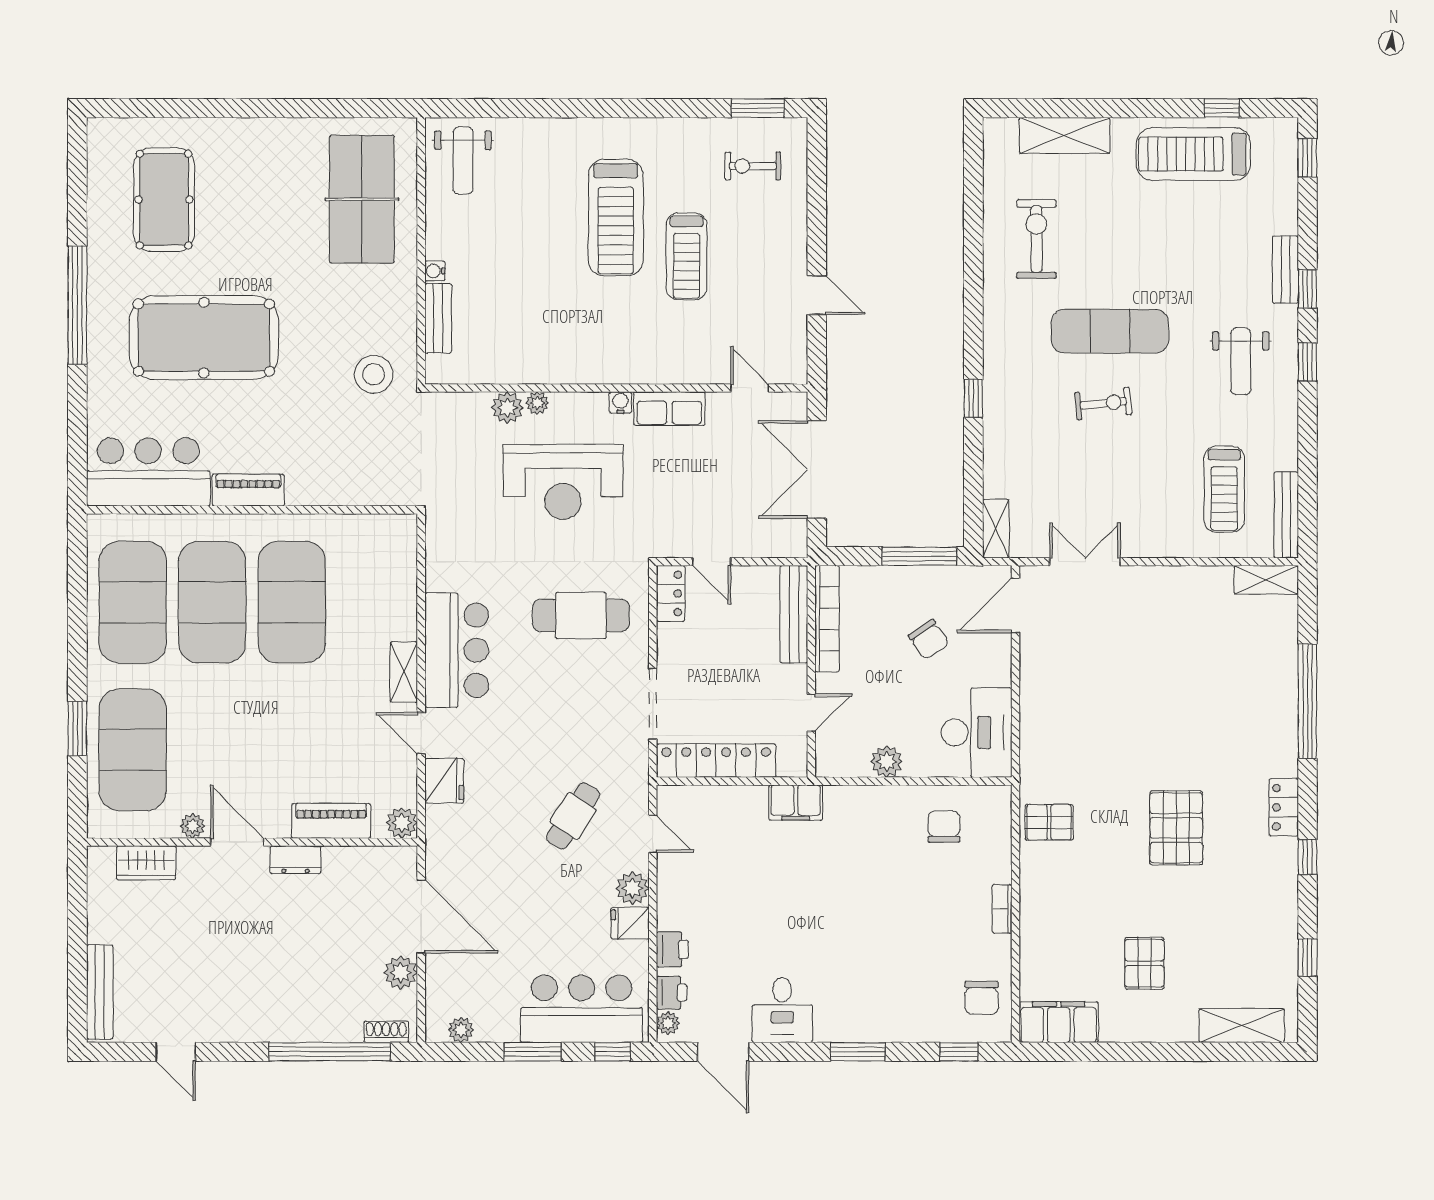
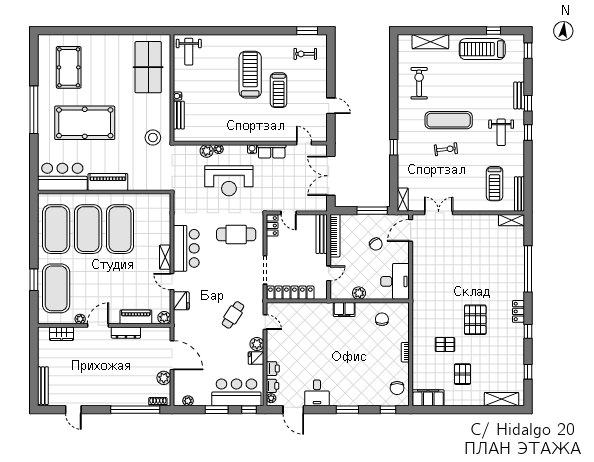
treadmill: (616, 218) -> (250, 75), turned 180
piano: (248, 490) -> (108, 182), width x1.37, depth x1.33
filing cabinet: (796, 803) -> (344, 310), moved
pallet: (1049, 822) -> (445, 344), moved
door: (237, 842) -> (98, 325), hinge flipped
dresser: (295, 860) -> (126, 333), width x1.44

